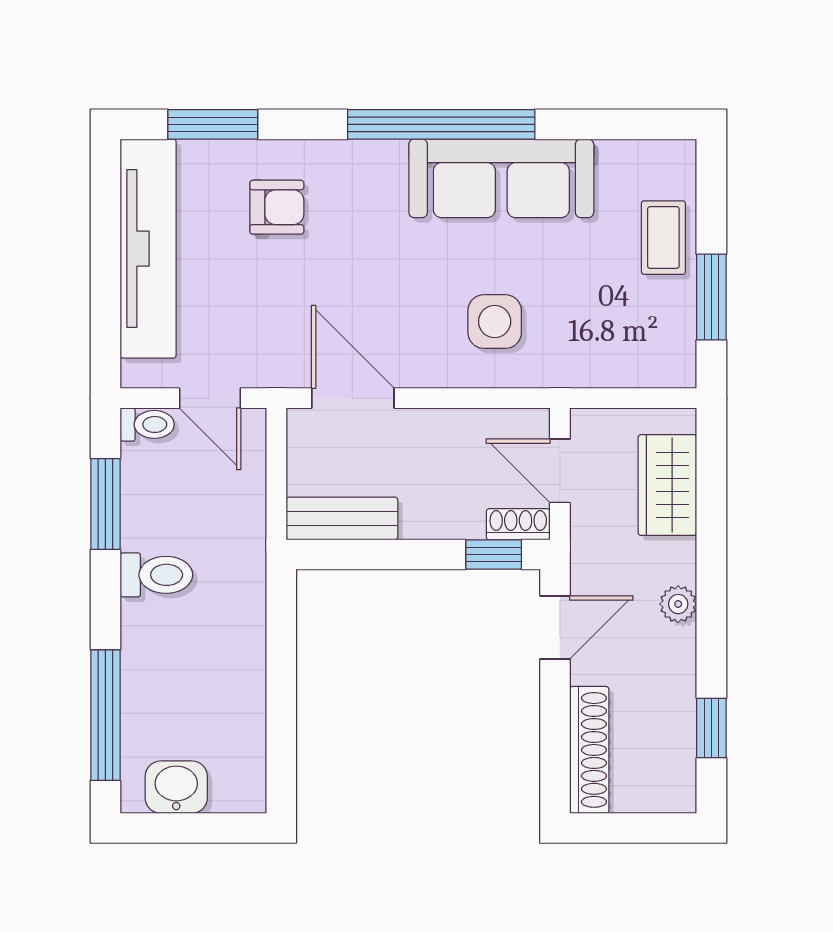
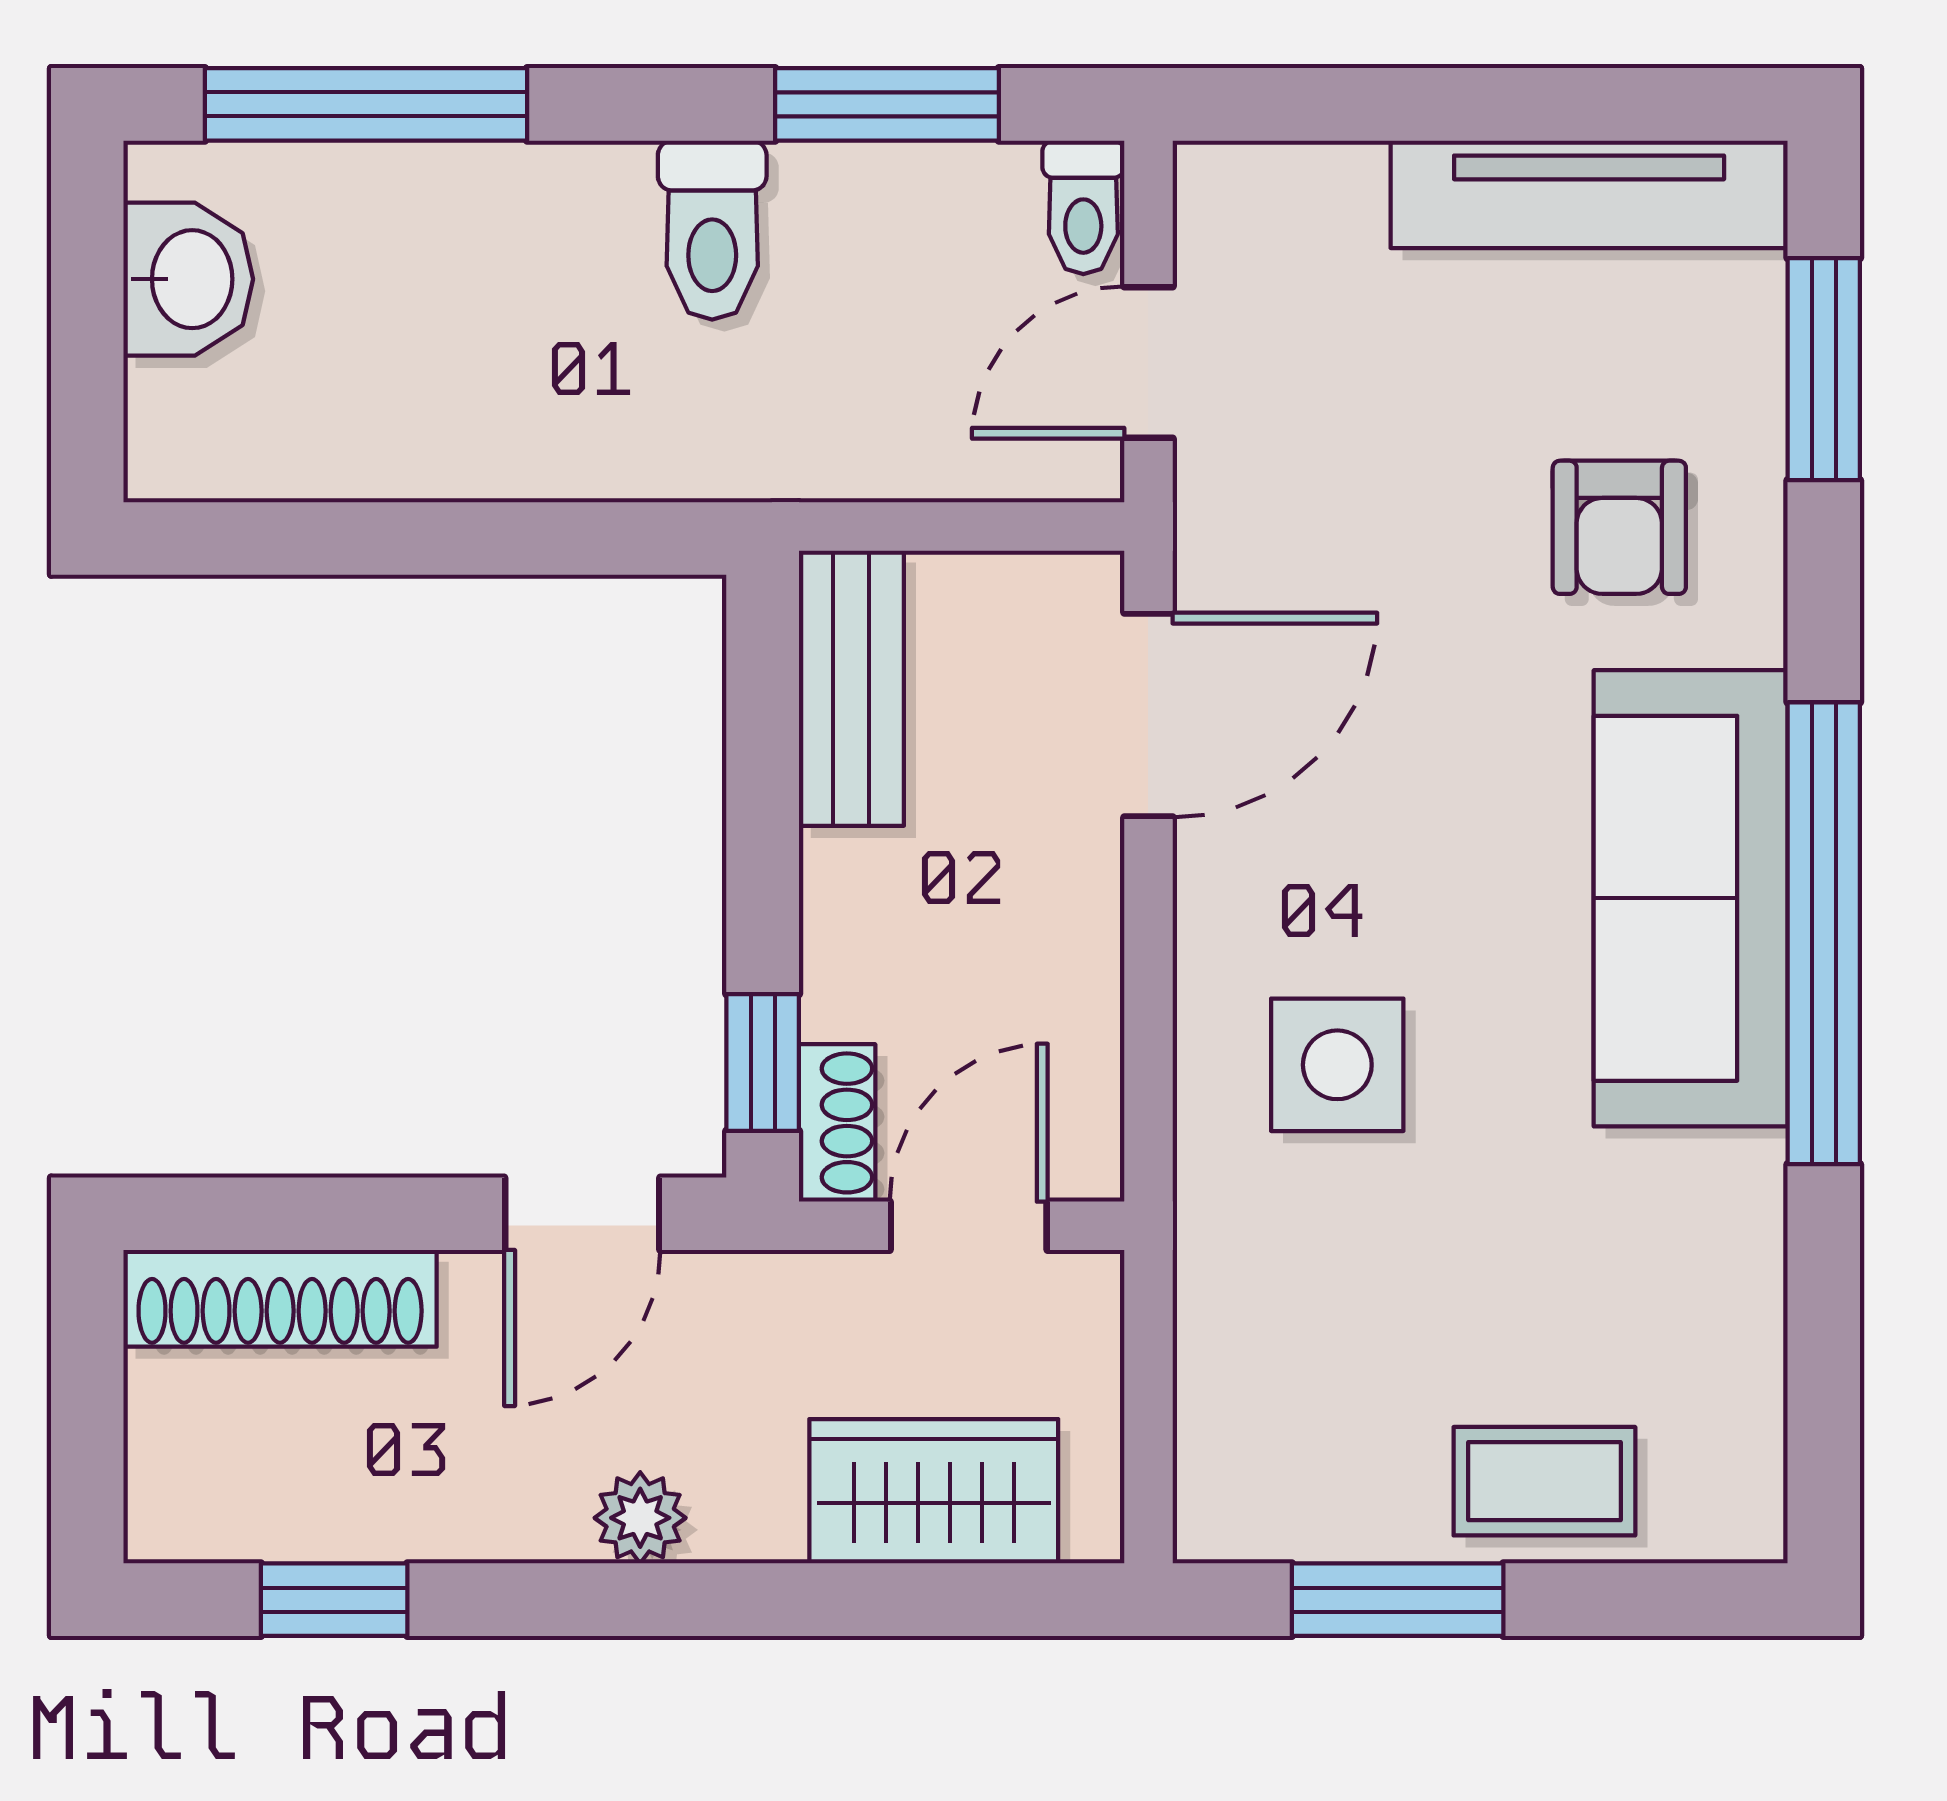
sofa: (501, 178) -> (1691, 898), moved
tv unit: (148, 249) -> (1589, 194), width x0.73, depth x0.78
door: (555, 627) -> (582, 1214), hinge flipped

